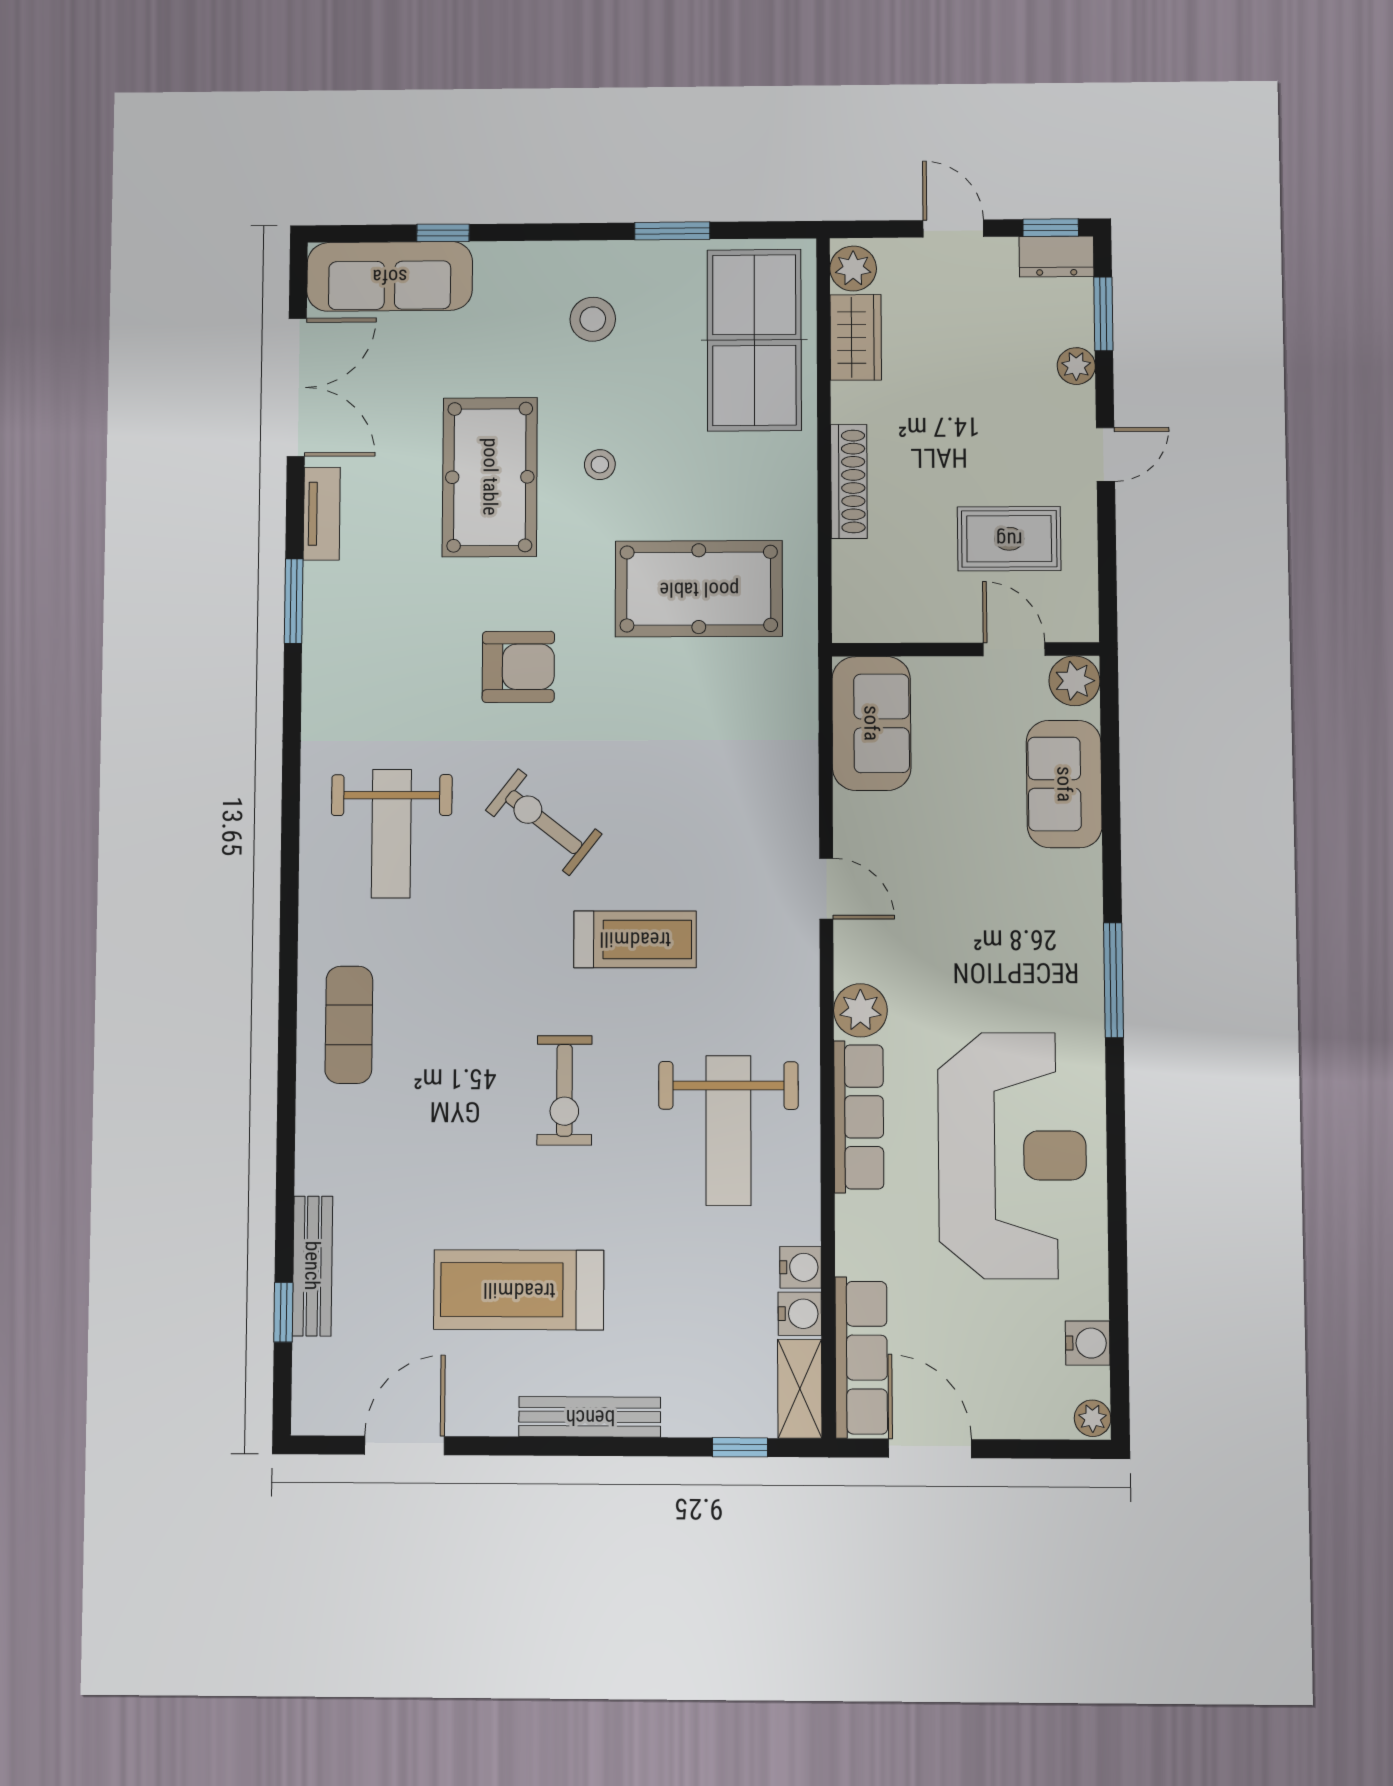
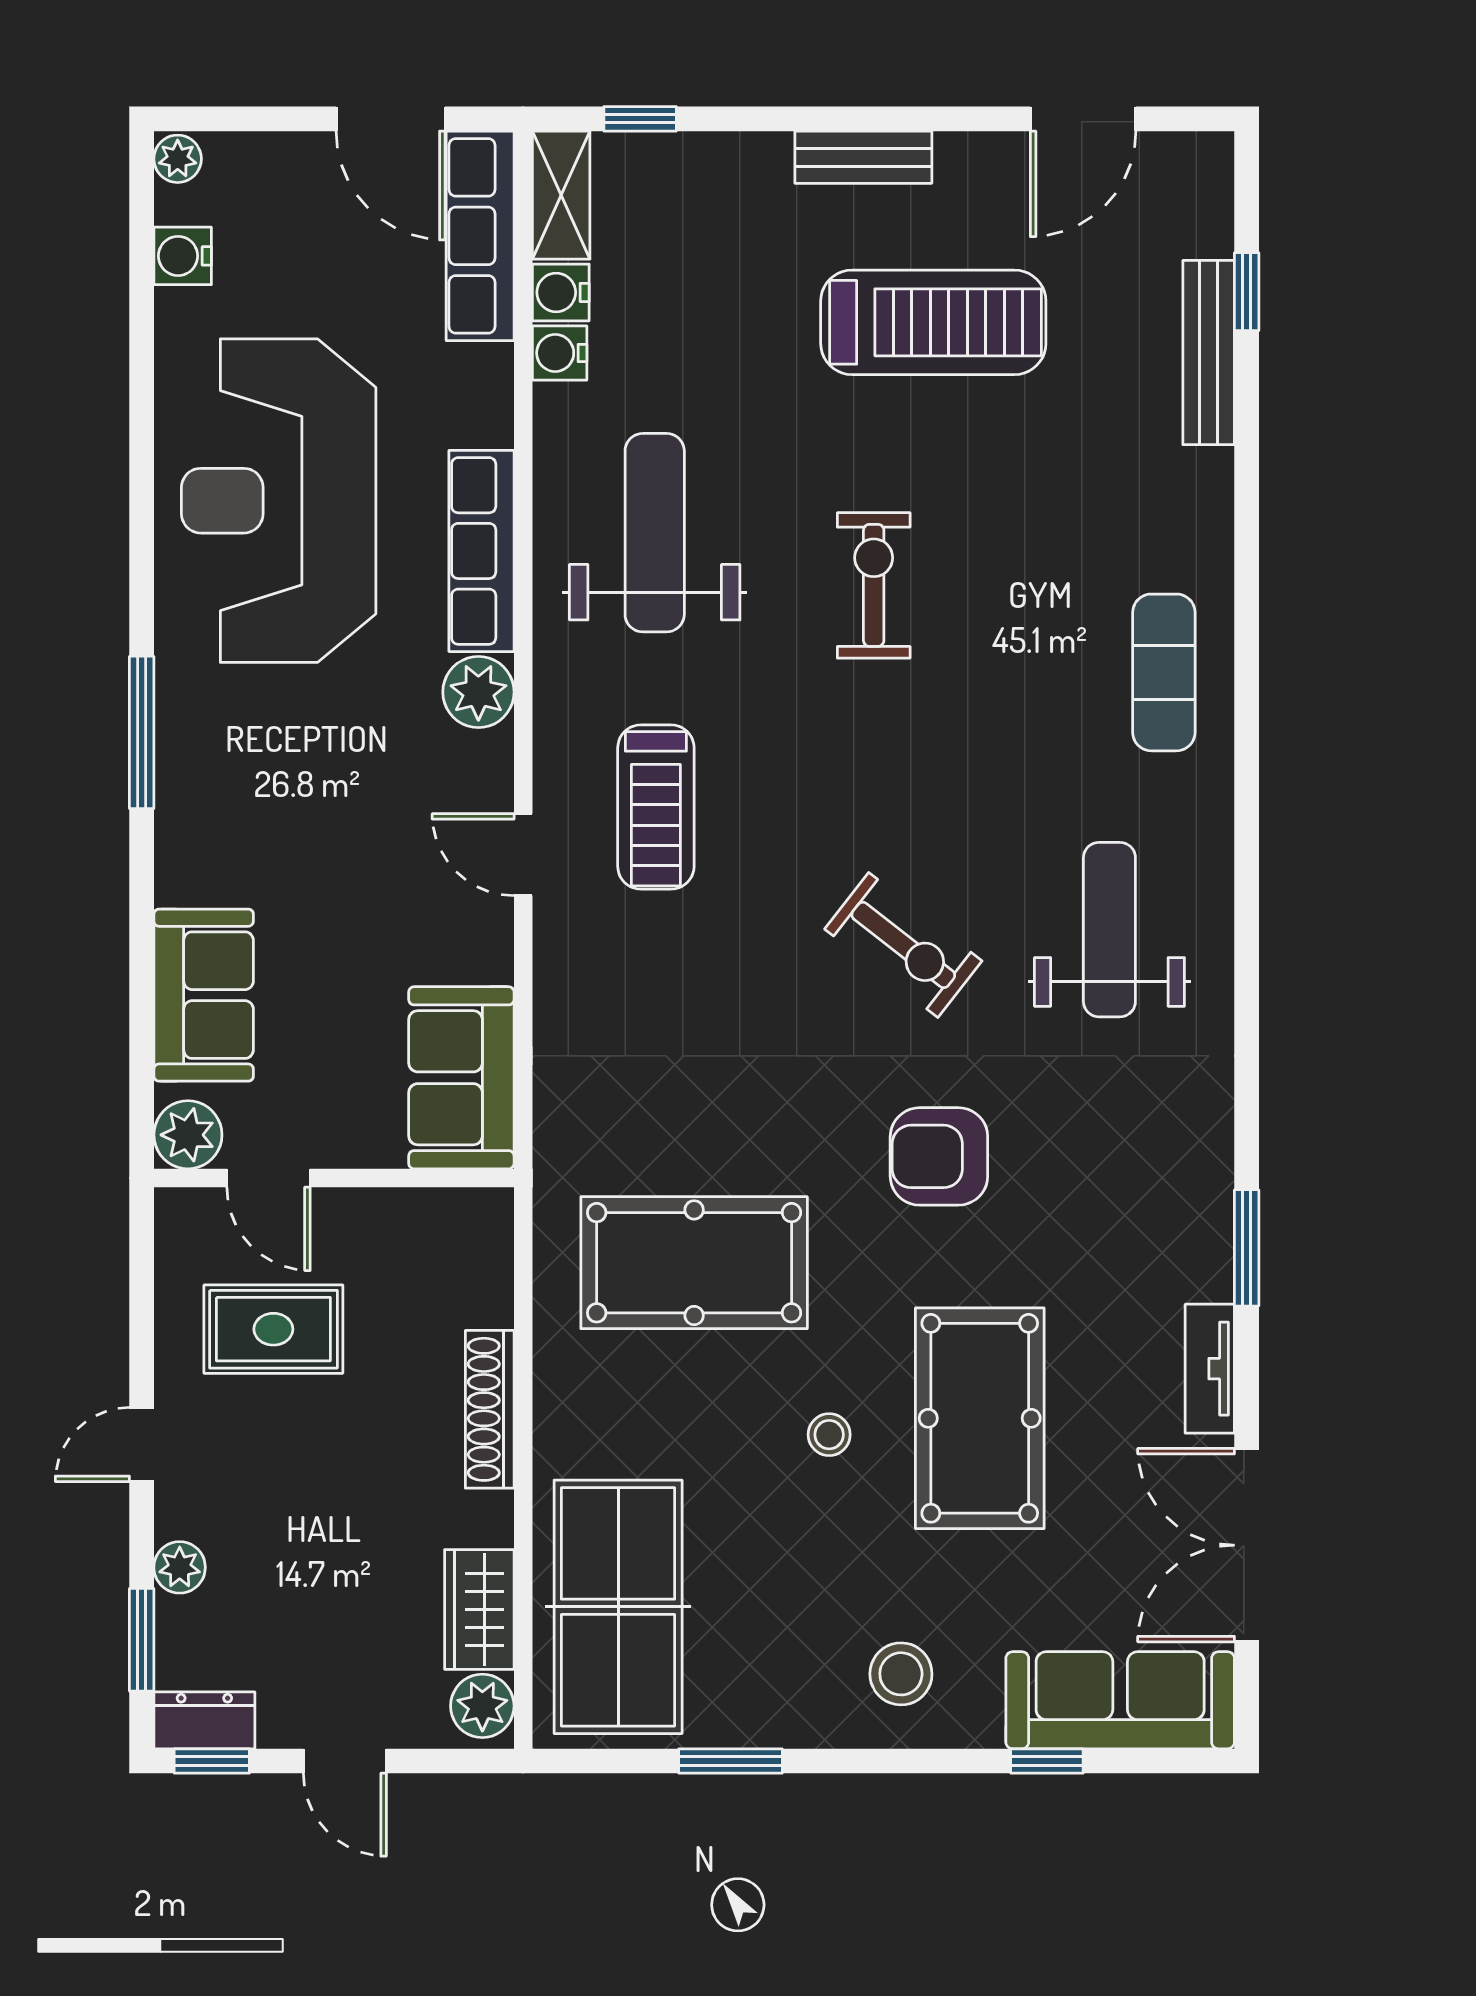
stool: (593, 319) -> (901, 1674), moved
treadmill: (635, 939) -> (656, 807), moved, turned -90
bench: (590, 1417) -> (863, 157), width x0.73

